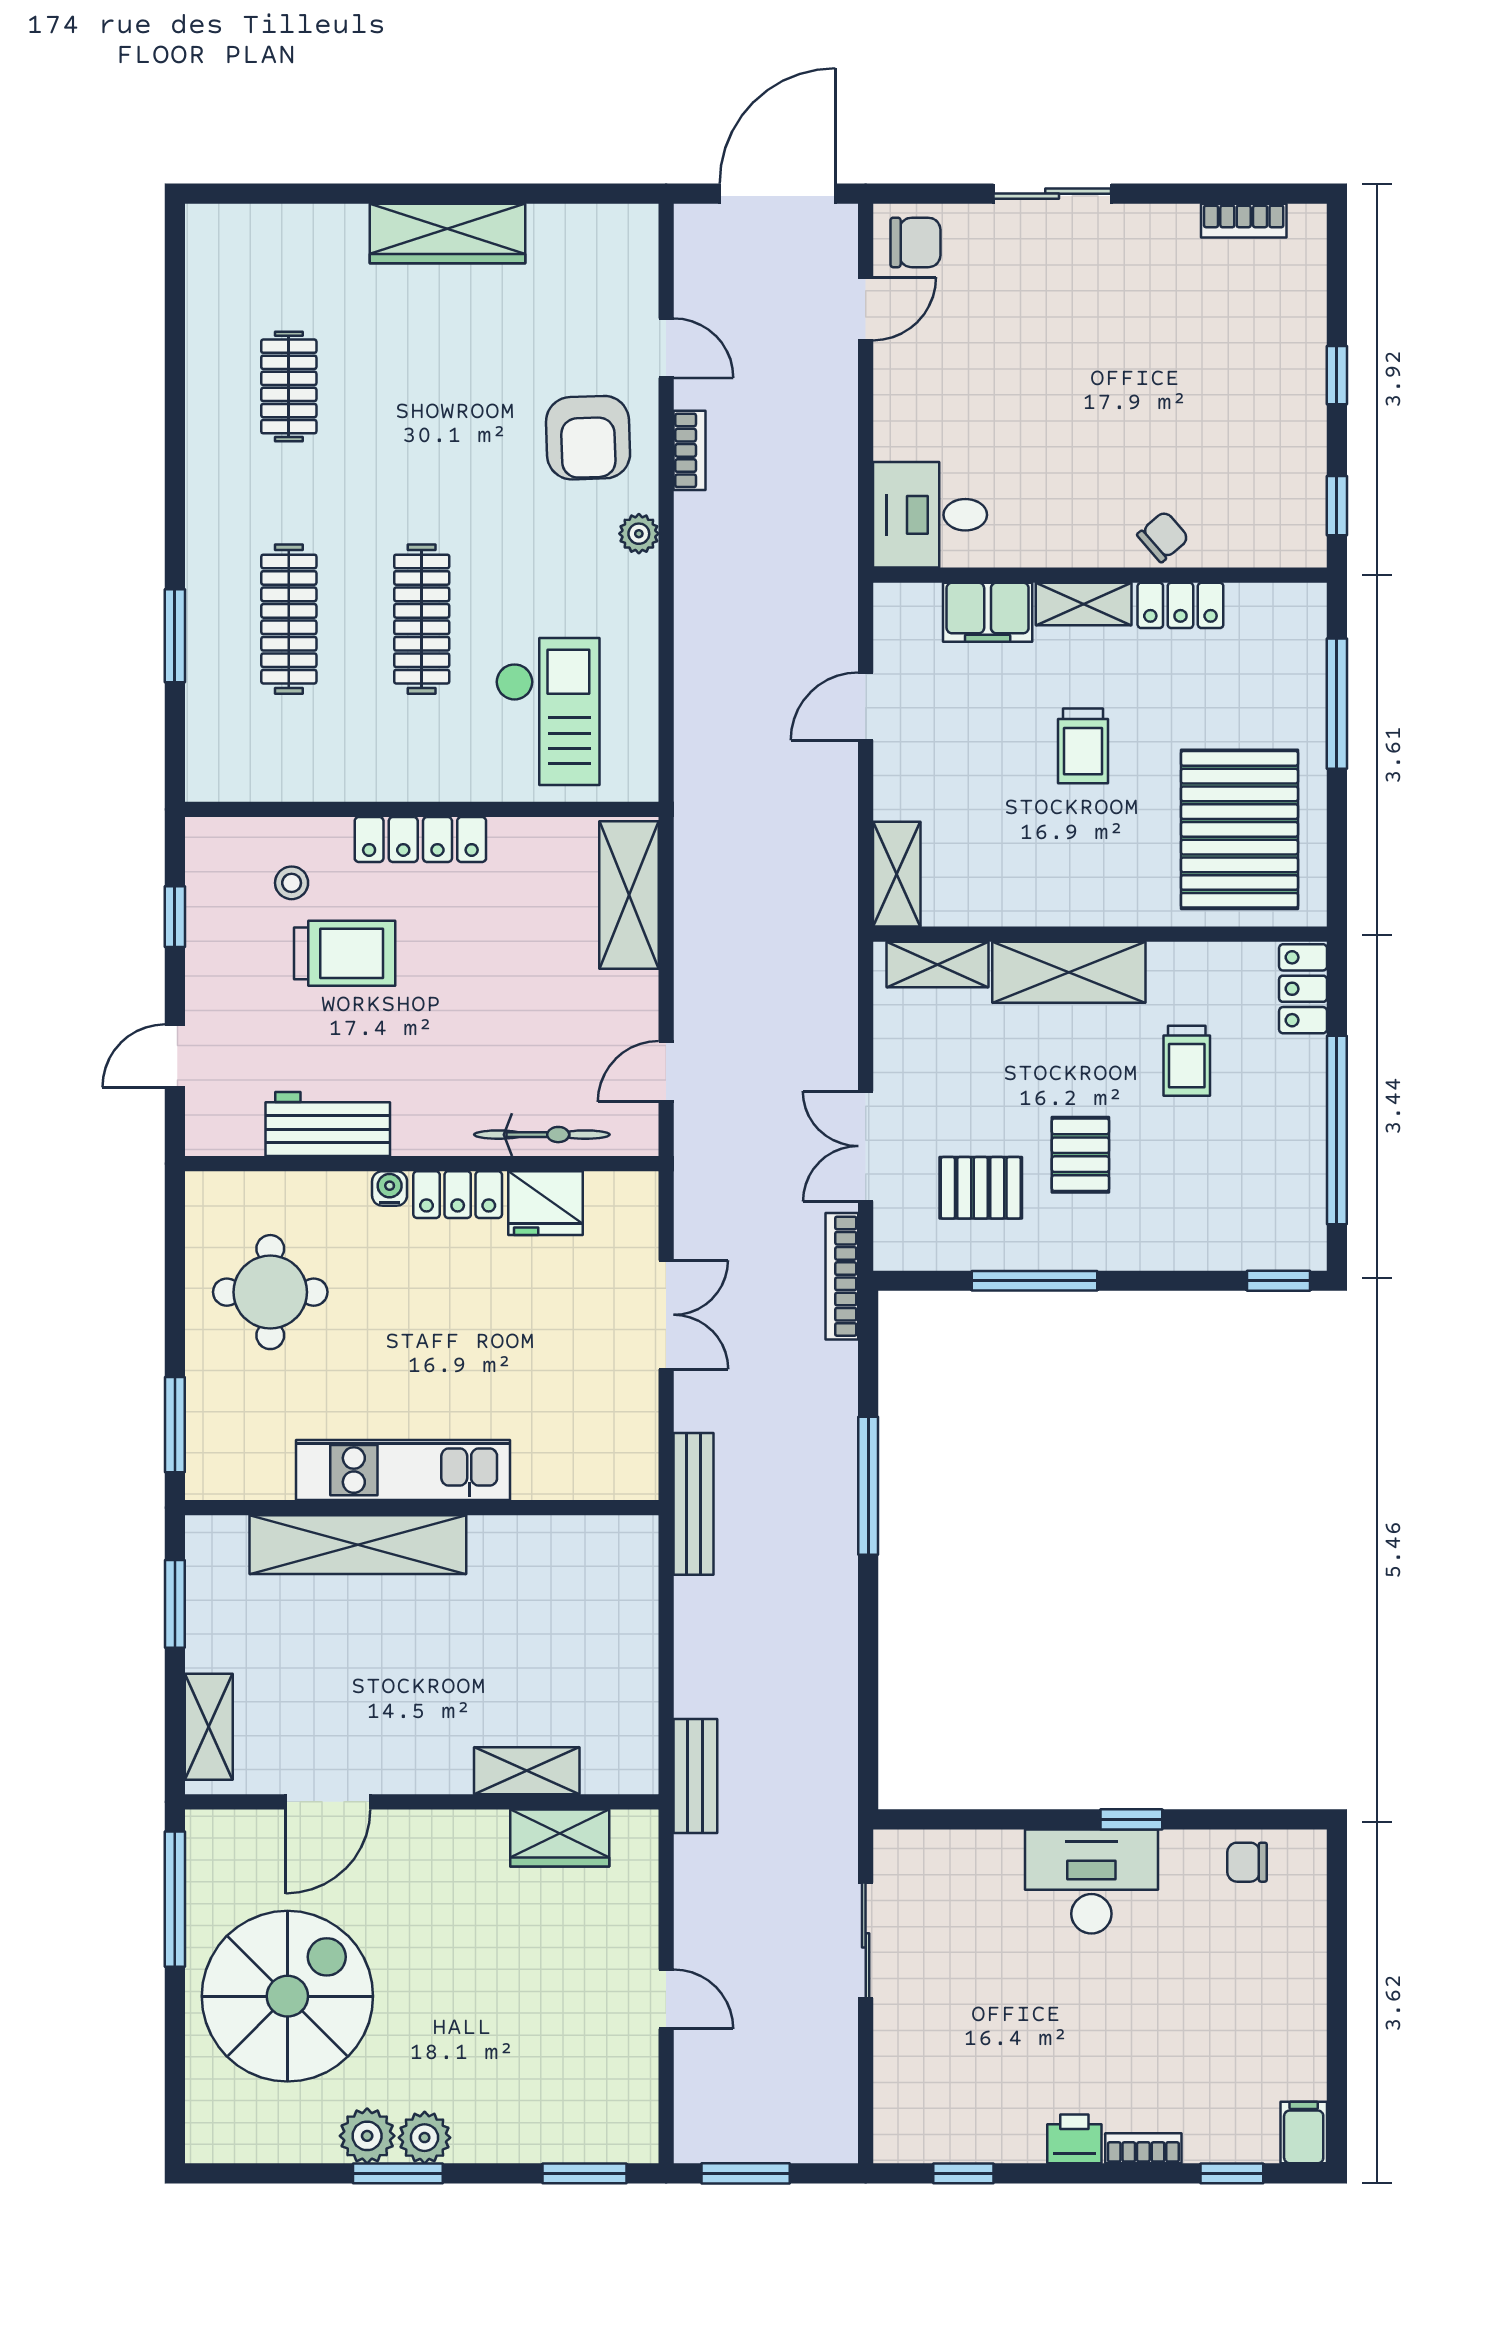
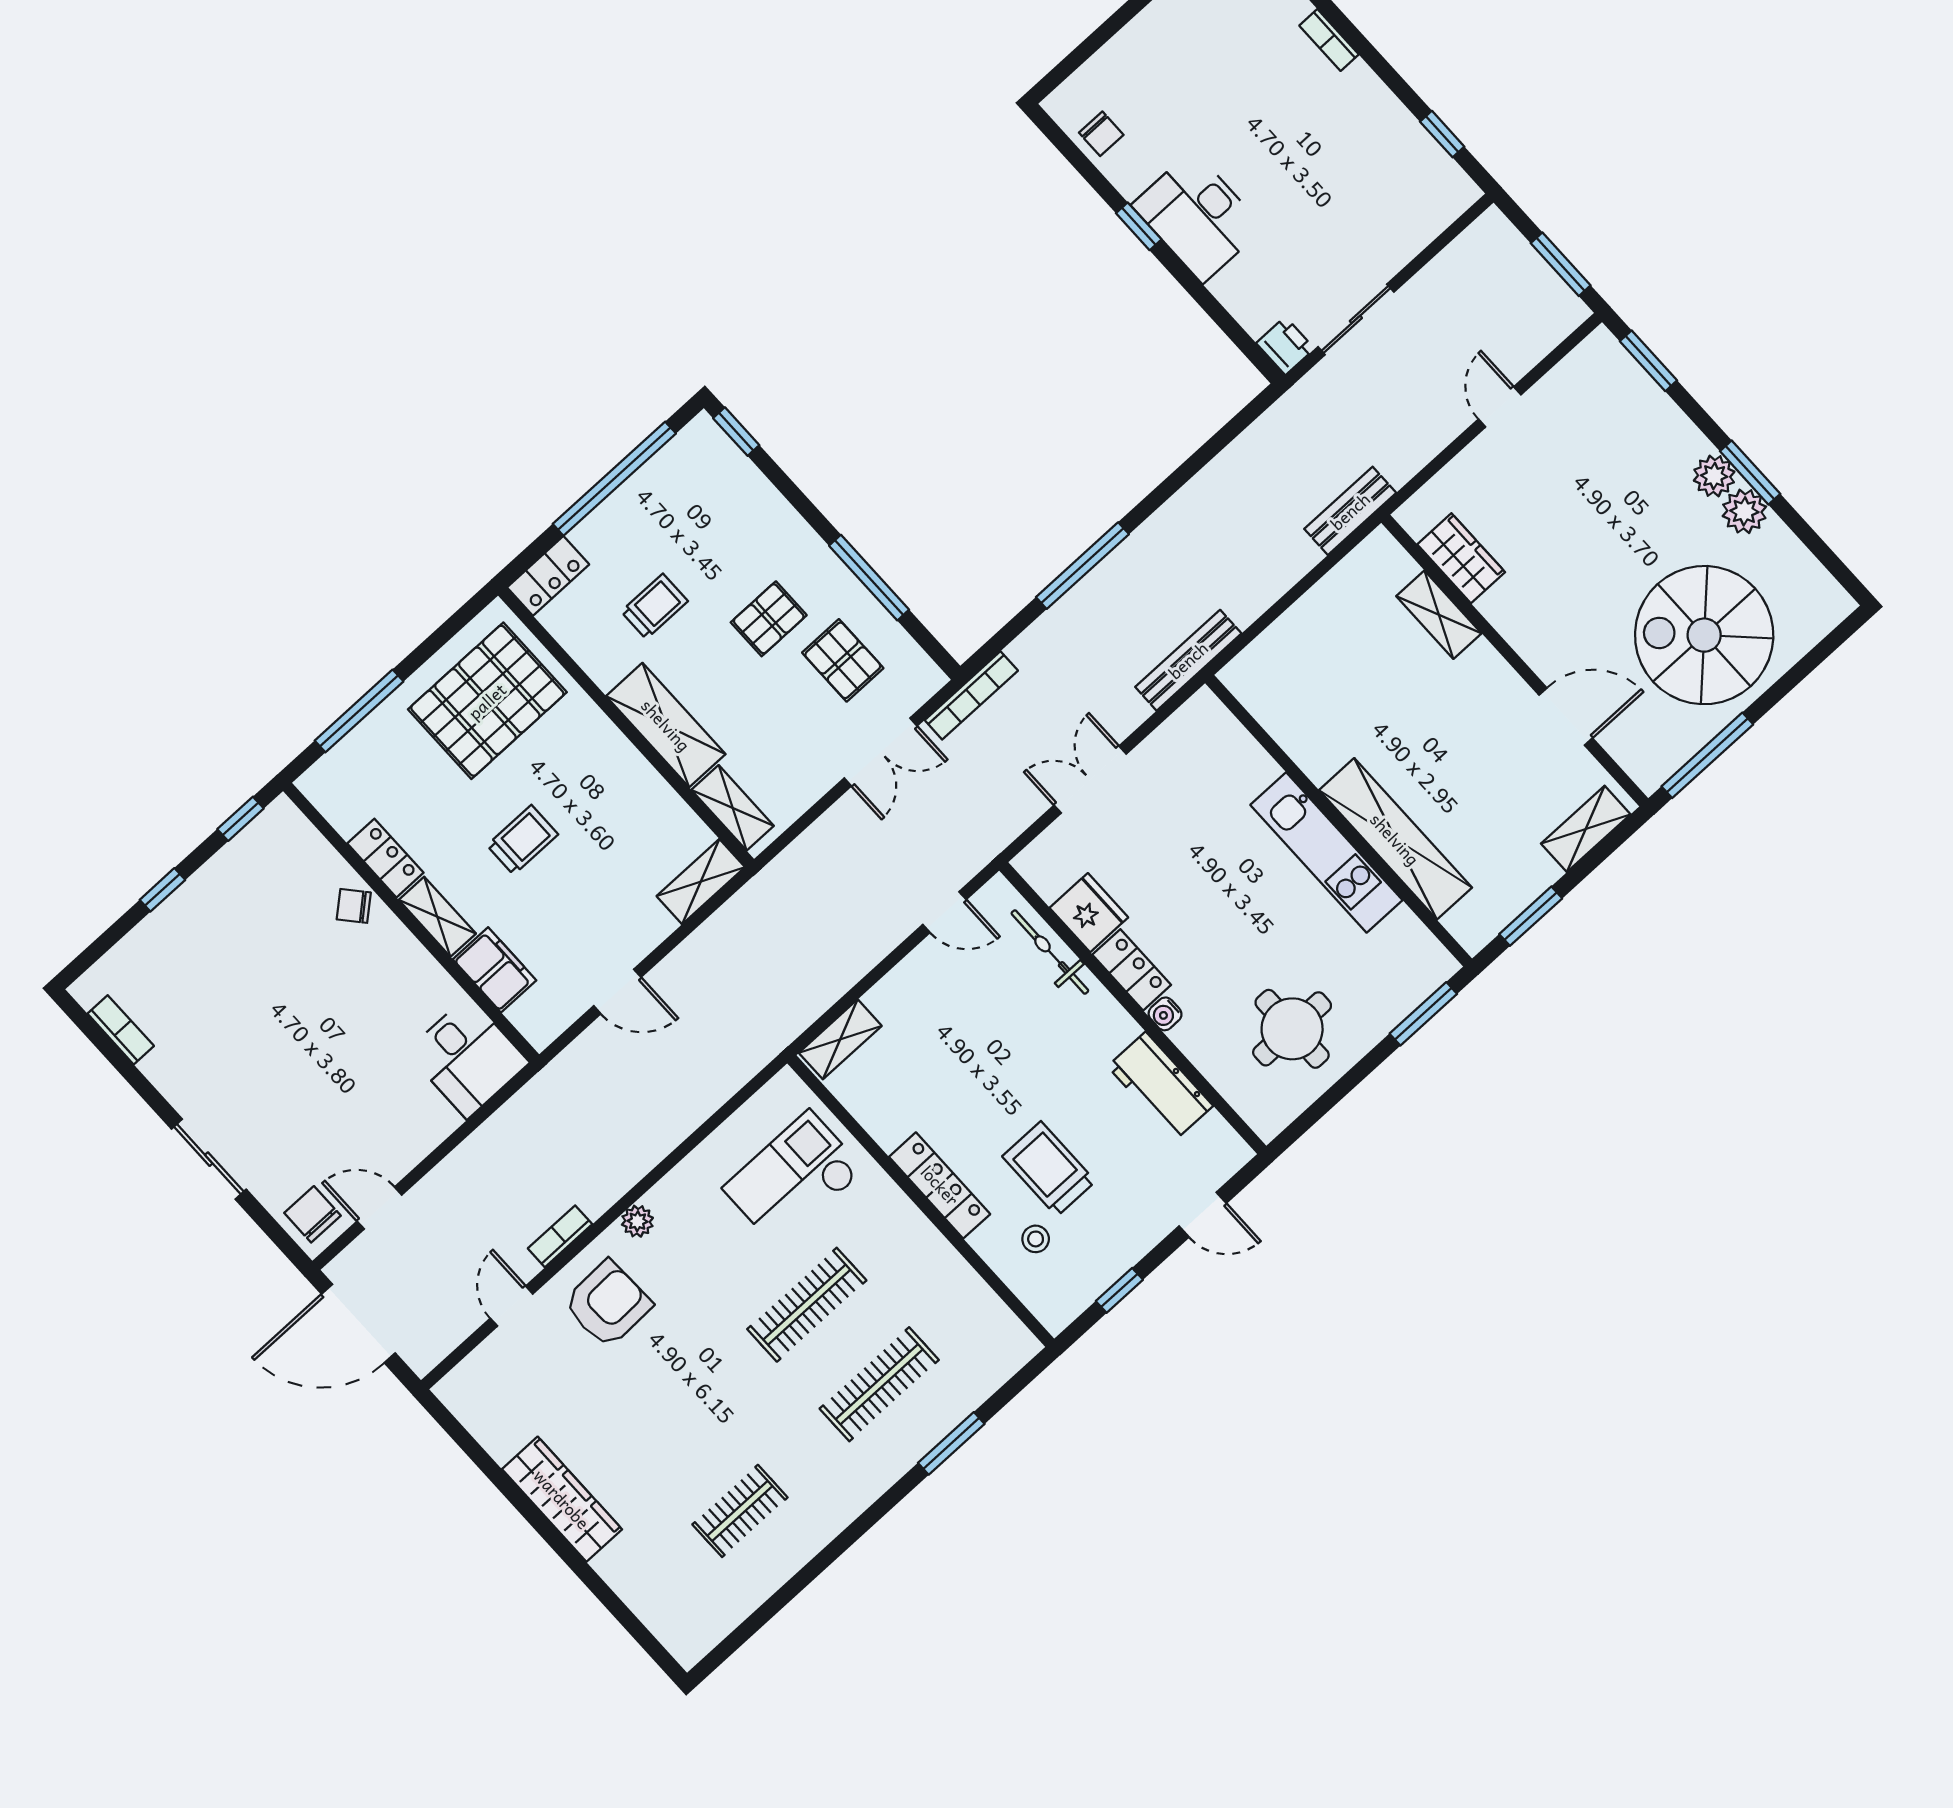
shelving: (629, 895) -> (840, 1039), width x0.67, depth x0.75
printer: (1074, 2139) -> (1285, 346), moved, turned 180

